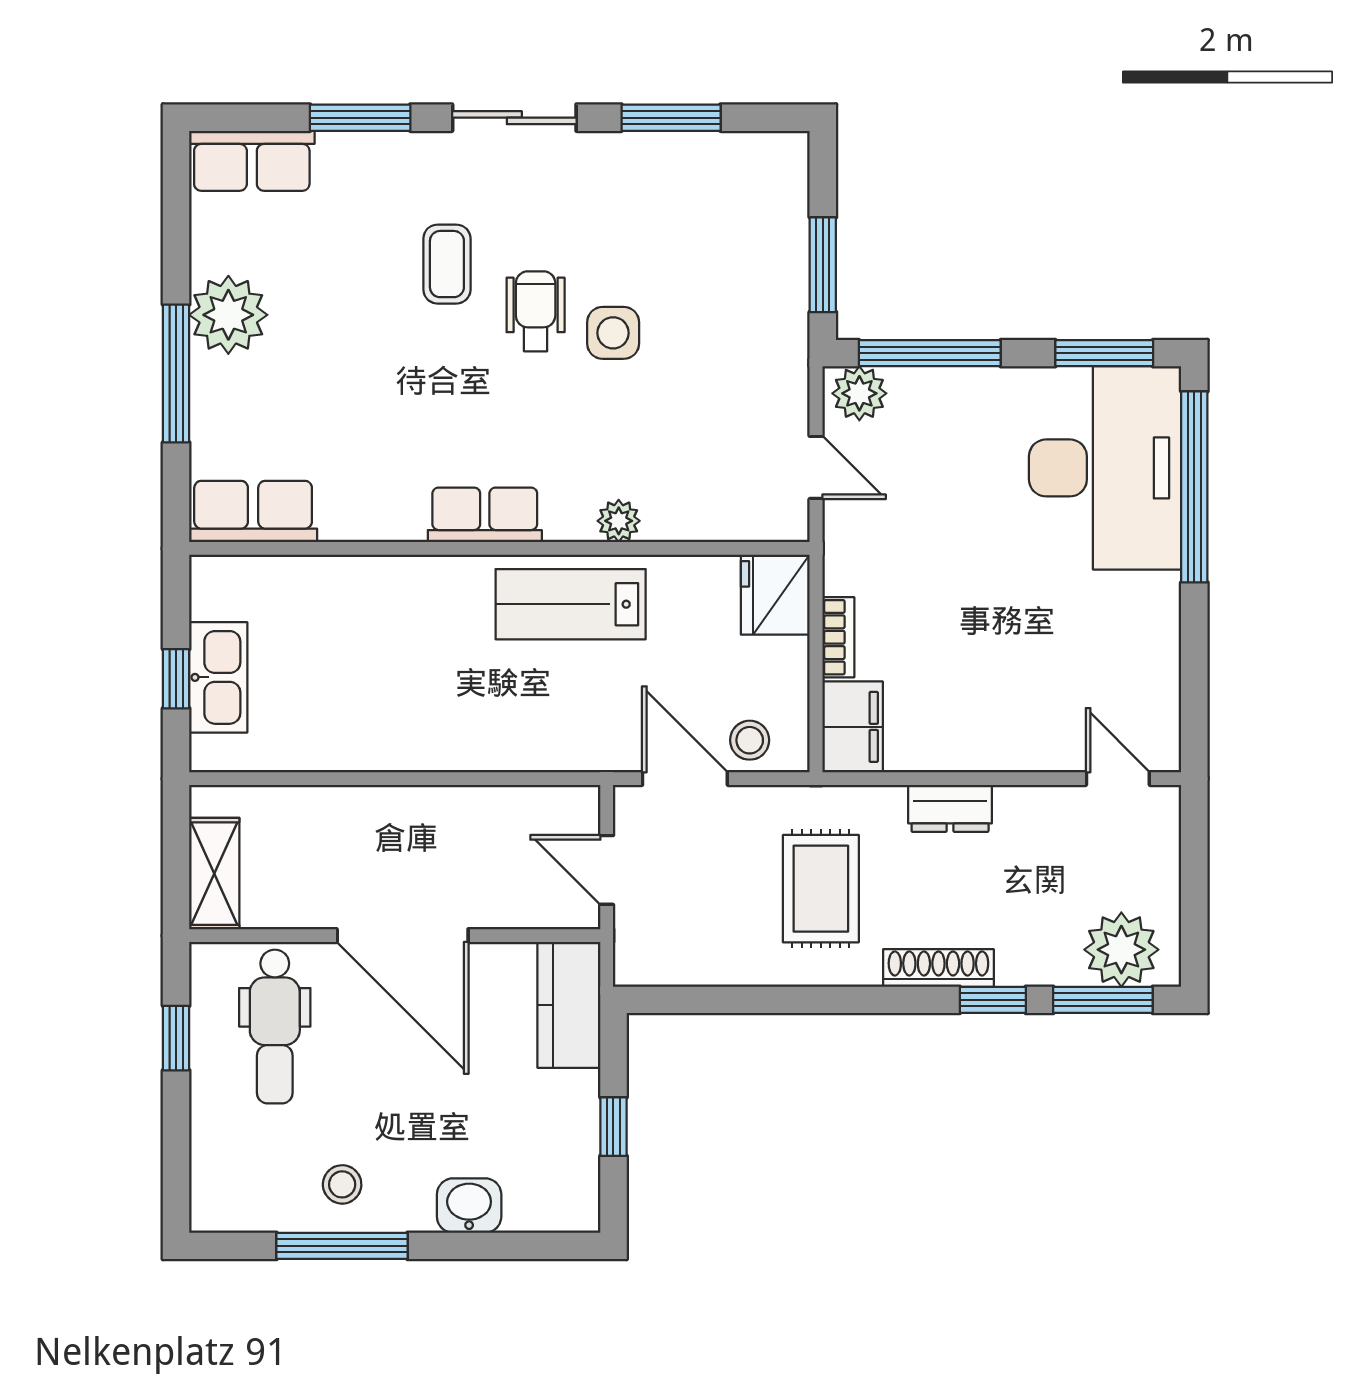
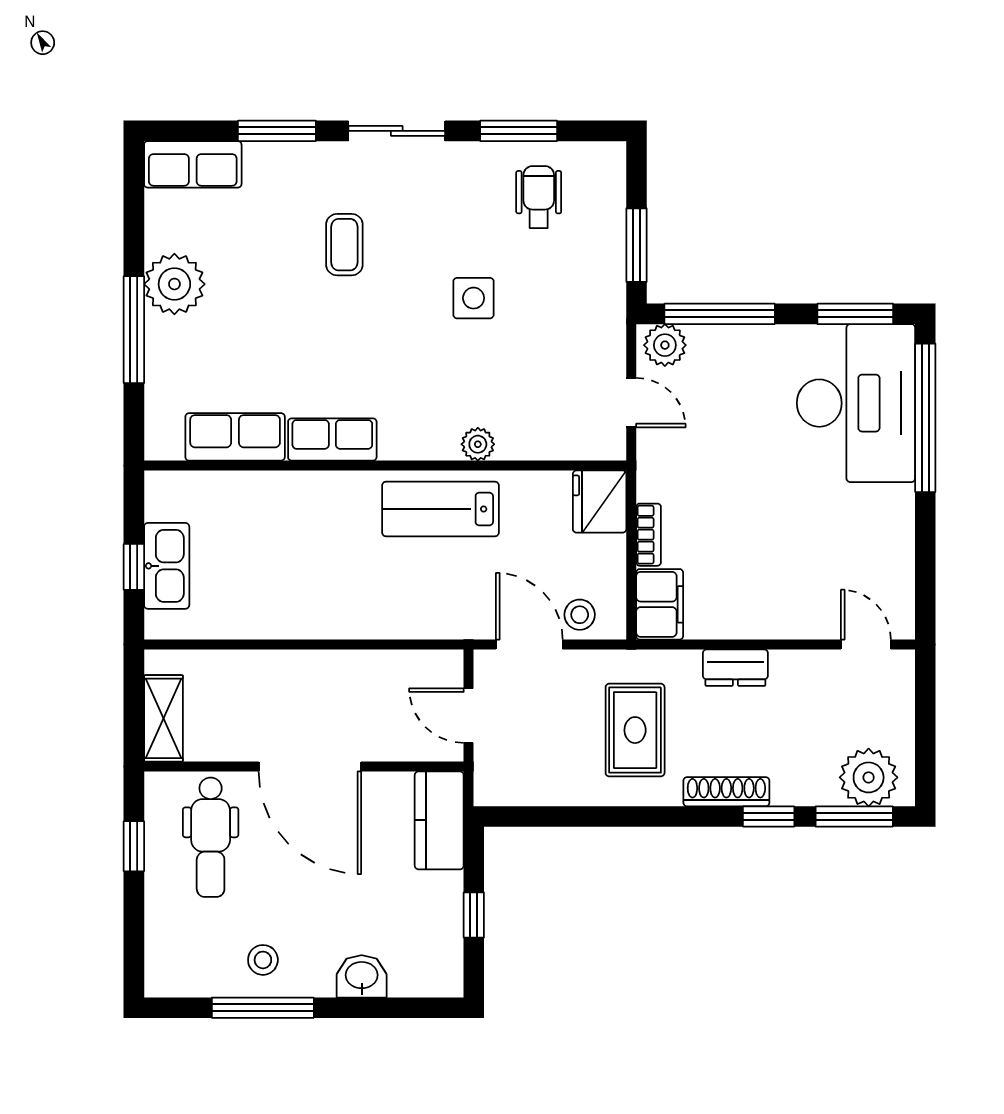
wheelchair: (536, 311) -> (539, 197), moved
row of seats: (253, 511) -> (235, 437), moved
row of seats: (485, 515) -> (332, 440), moved

